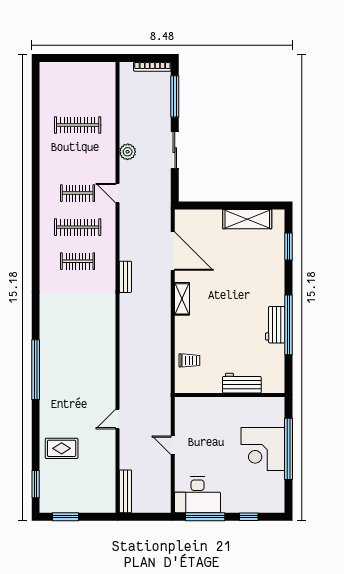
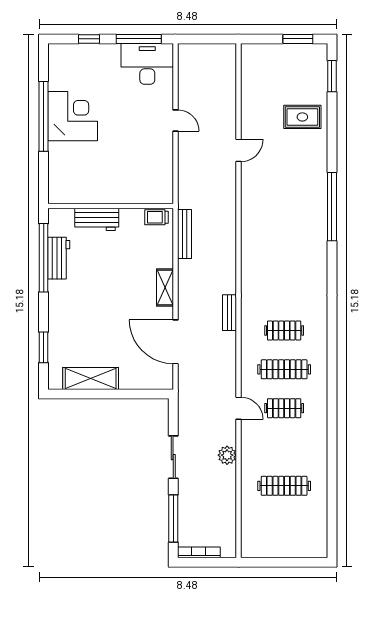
workbench: (242, 383) -> (97, 219), moved
wall: (230, 395) -> (111, 206), moved
bench: (125, 491) -> (184, 234), moved

